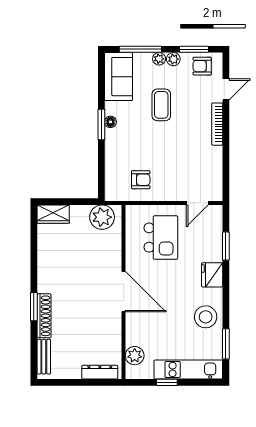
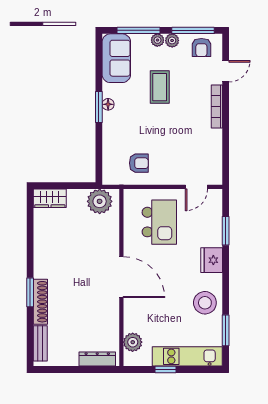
window: (194, 49) -> (193, 30), width x1.44
armchair: (202, 66) -> (201, 48), turned -90

